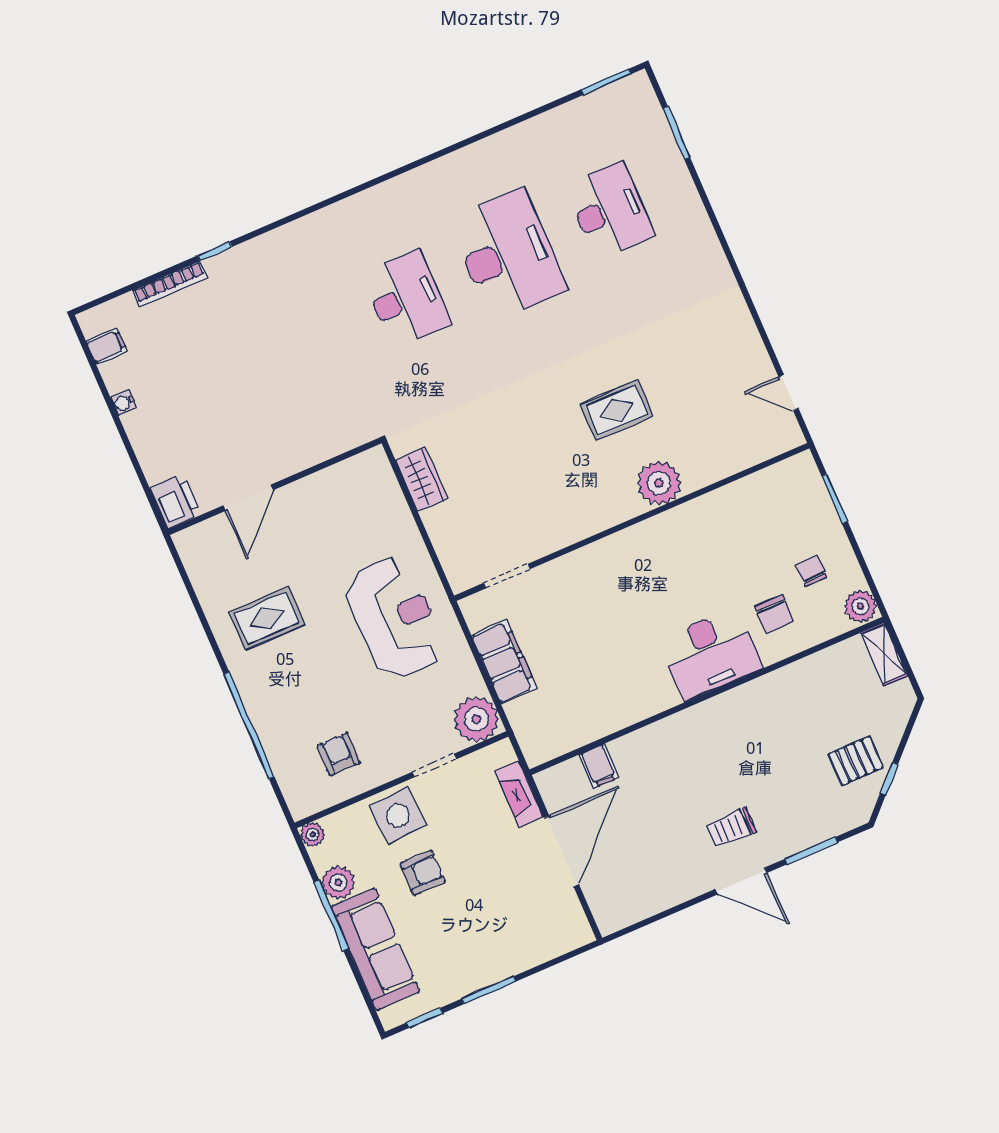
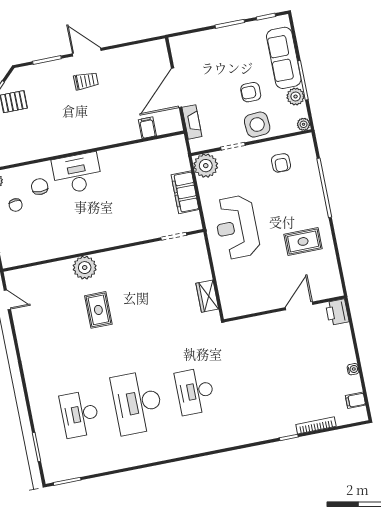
rug: (617, 410) -> (98, 310), turned 90

